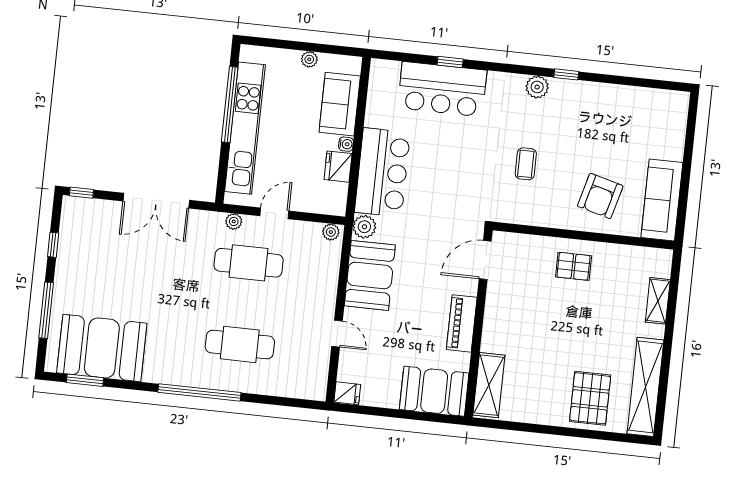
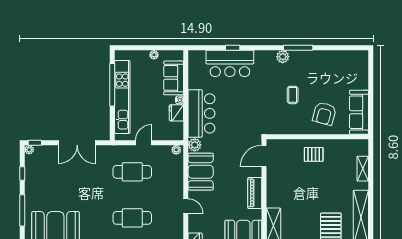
window: (566, 74) -> (298, 48), width x2.17
coffee table: (526, 164) -> (293, 95), moved
plant: (234, 221) -> (29, 150), moved

